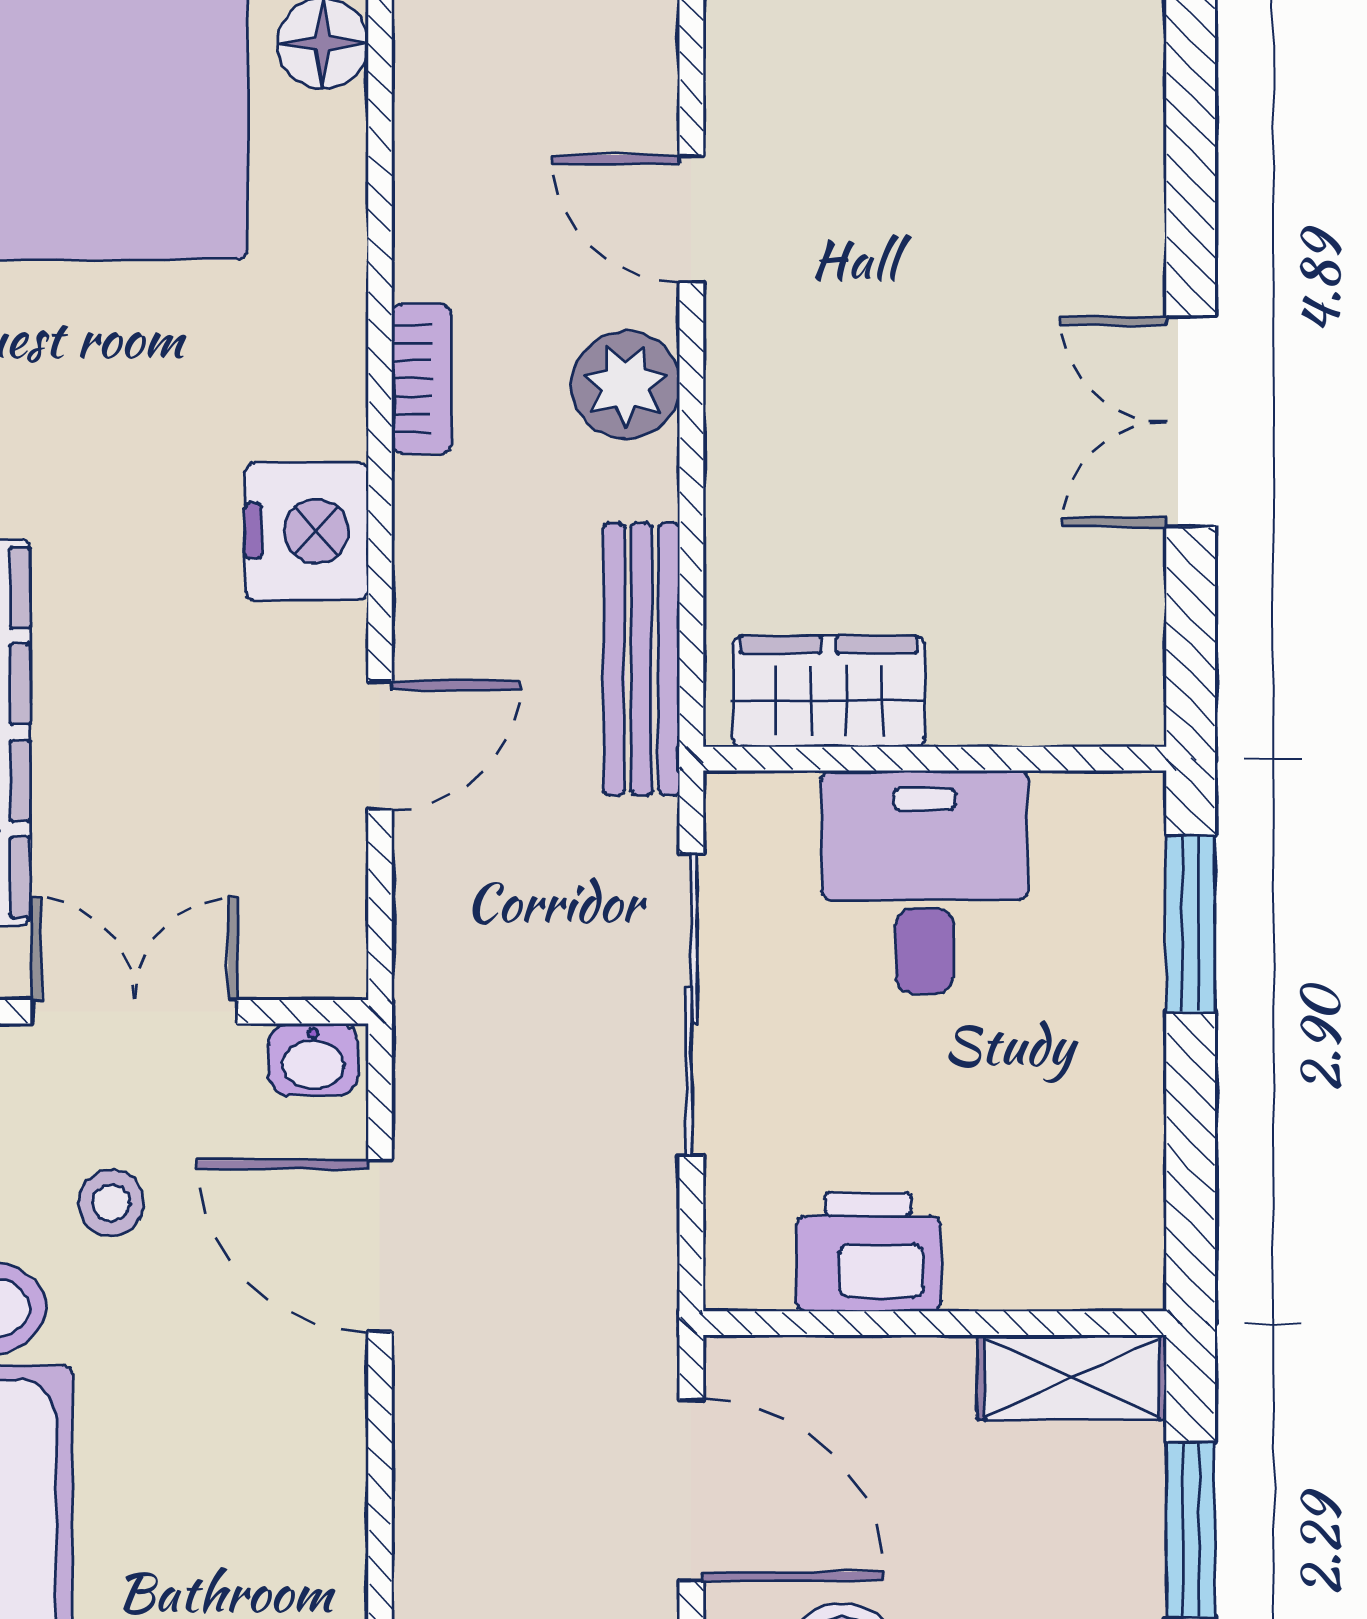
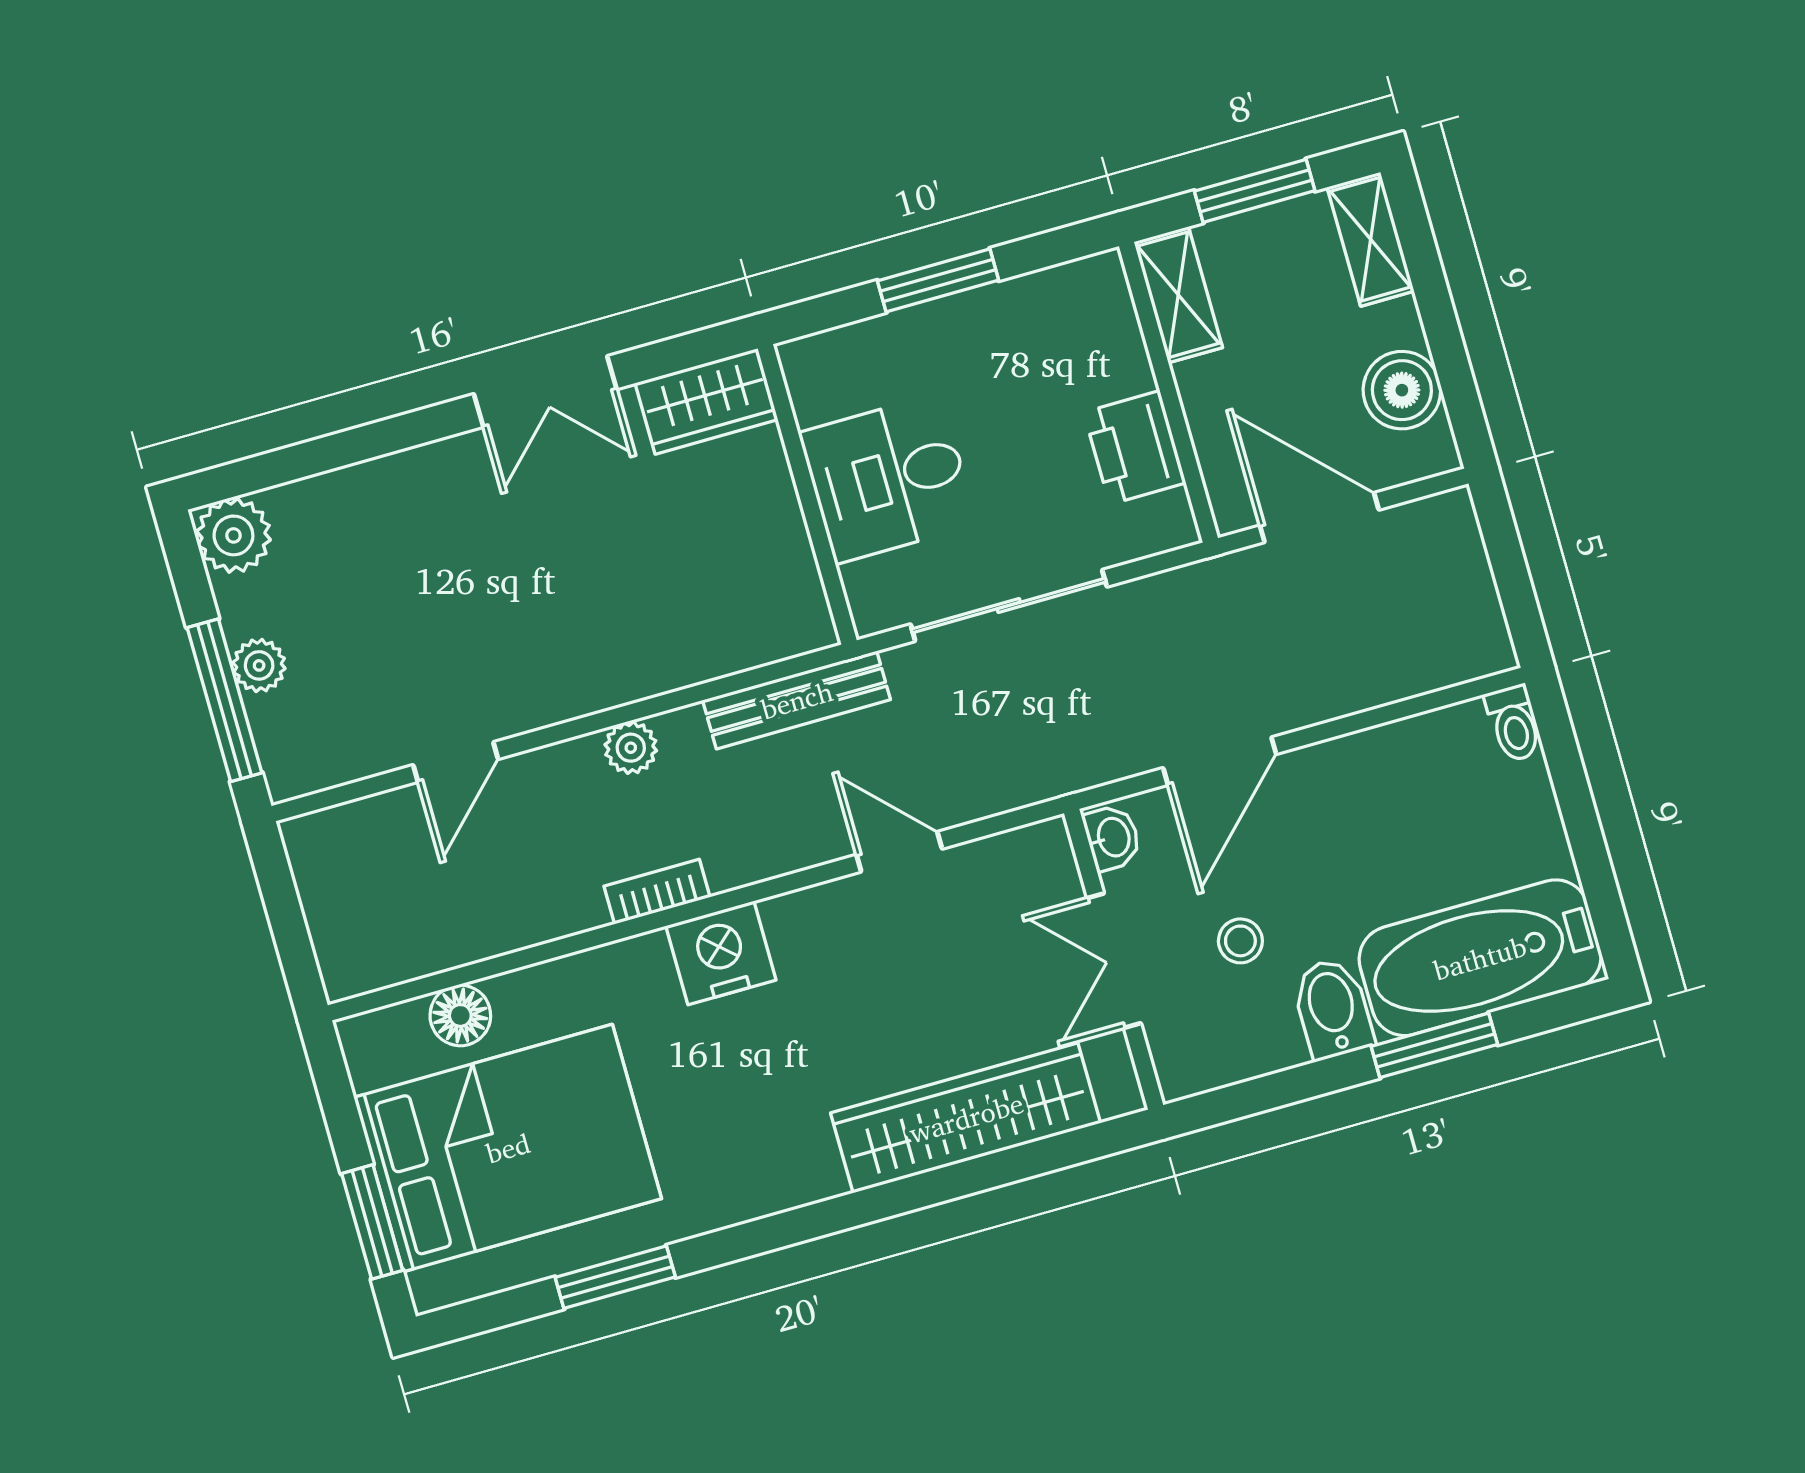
door: (691, 219) -> (456, 762), moved
plant: (626, 385) -> (631, 748), width x0.73, depth x0.73
nightstand: (307, 531) -> (721, 953), moved
wardrobe: (829, 691) -> (706, 401), moved, turned -90
window: (1191, 924) -> (938, 280), moved
door: (691, 1490) -> (1319, 518), hinge flipped

